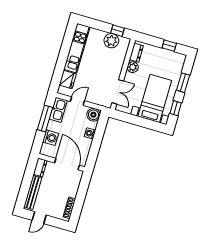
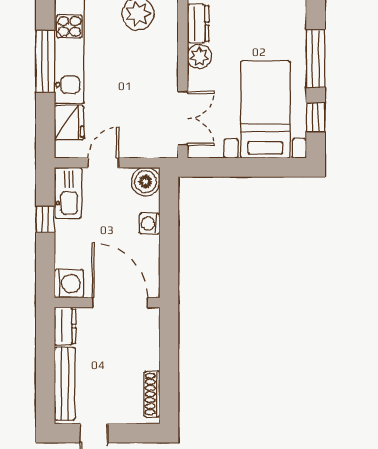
window: (65, 50) -> (45, 61), added
window: (183, 83) -> (316, 59), width x1.44
window: (45, 119) -> (45, 220), width x0.46
washing machine: (51, 138) -> (69, 284), moved

